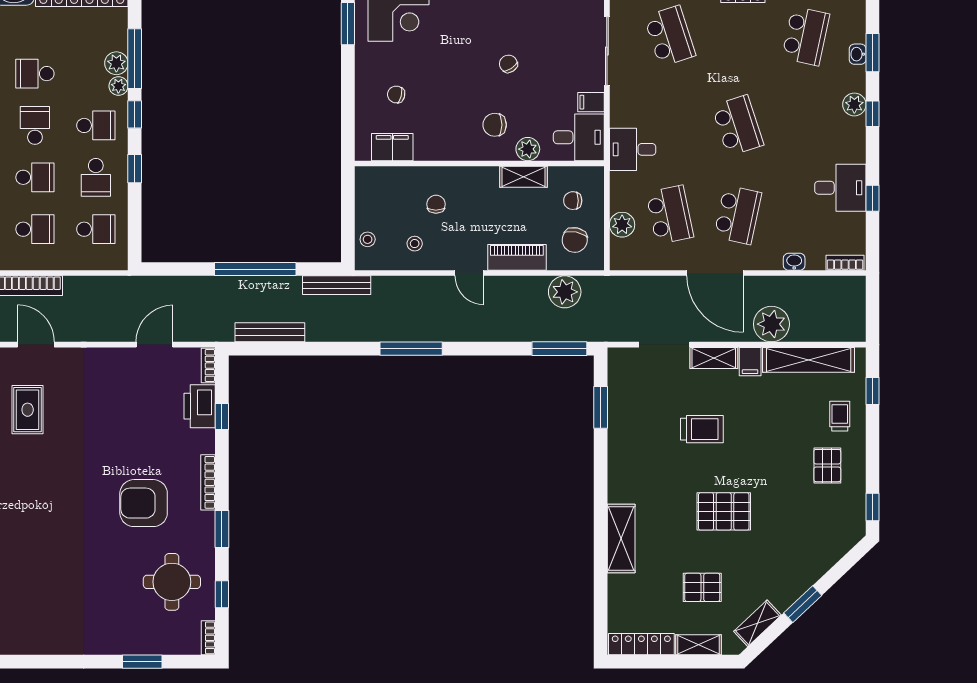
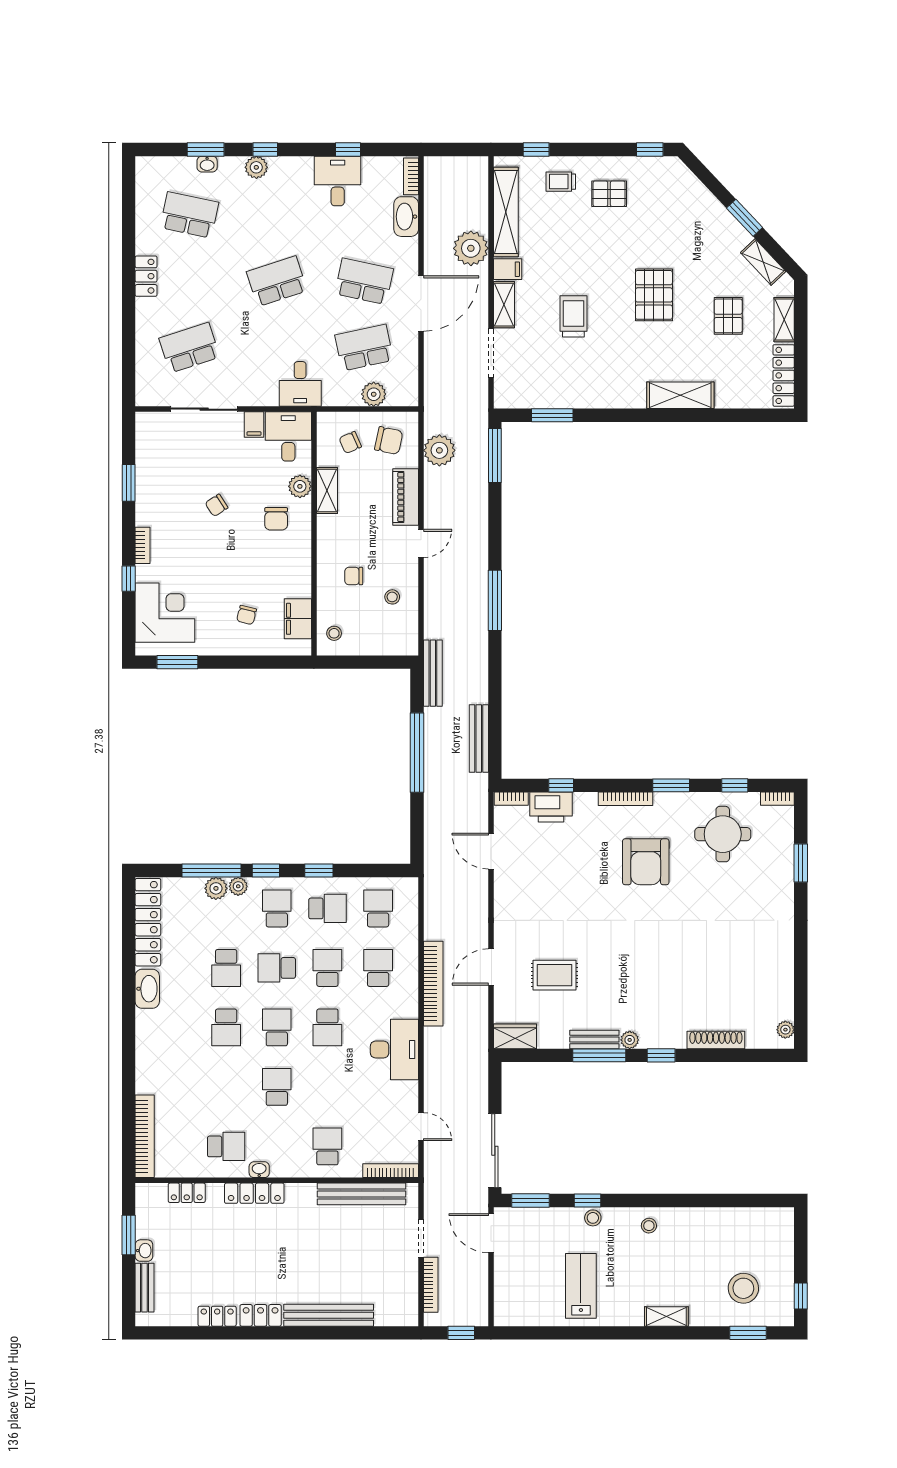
chair: (573, 201) -> (350, 442), turned 67
stool: (368, 239) -> (334, 633), moved
washbasin: (794, 262) -> (406, 217), width x1.91, depth x1.45

